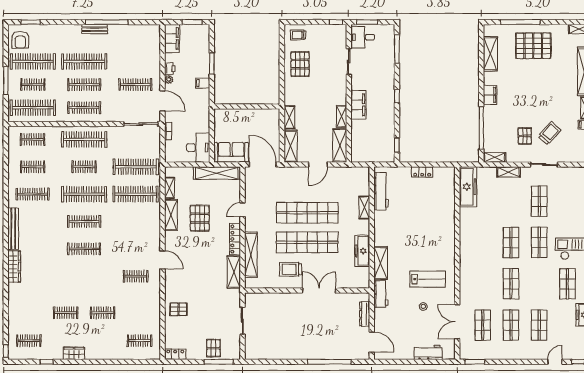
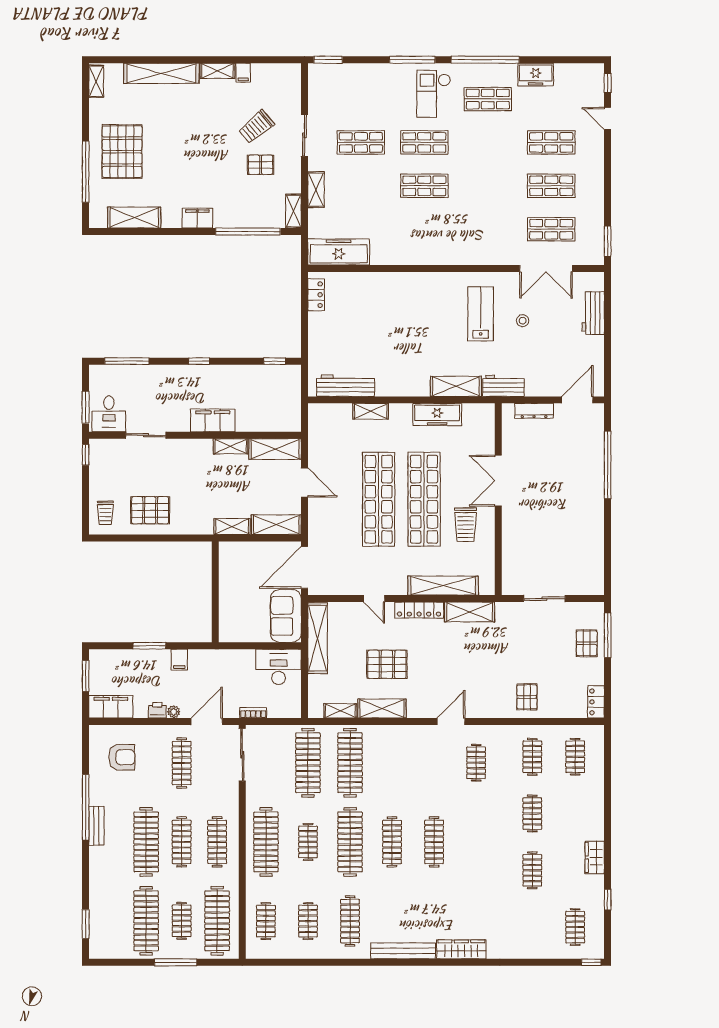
armchair: (20, 40) -> (122, 757), moved
trolley: (549, 133) -> (256, 127), turned -82
locker: (422, 172) -> (316, 295), moved
shop shelf: (511, 284) -> (488, 186), removed
clothes rail: (140, 313) -> (532, 757), added
pallet: (213, 348) -> (587, 643), turned 90

